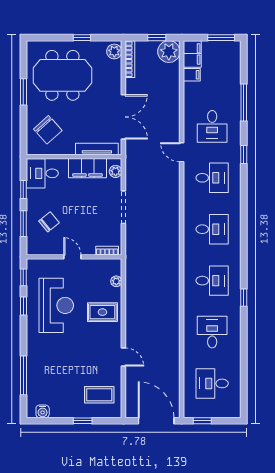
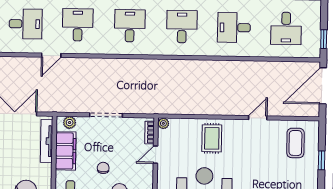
chair: (71, 205) -> (103, 168), added
door: (72, 257) -> (156, 155), moved
plant: (116, 281) -> (163, 123), moved

